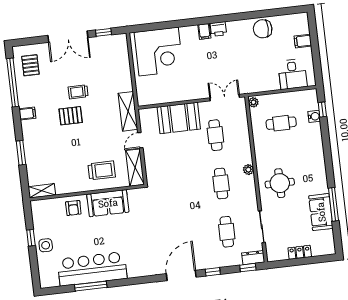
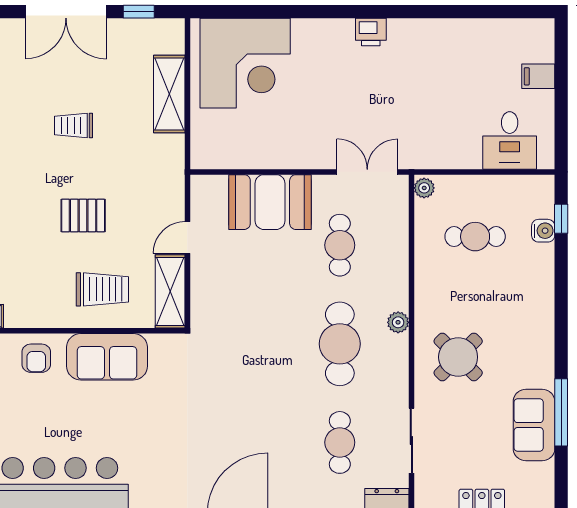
chair: (263, 29) -> (460, 42), removed
filing cabinet: (204, 31) -> (342, 33), removed
shelving: (128, 111) -> (169, 94), moved
pallet: (71, 116) -> (83, 215), moved
cafe table: (221, 183) -> (340, 344), width x1.37, depth x1.35
round table: (280, 183) -> (458, 357), turned 45

